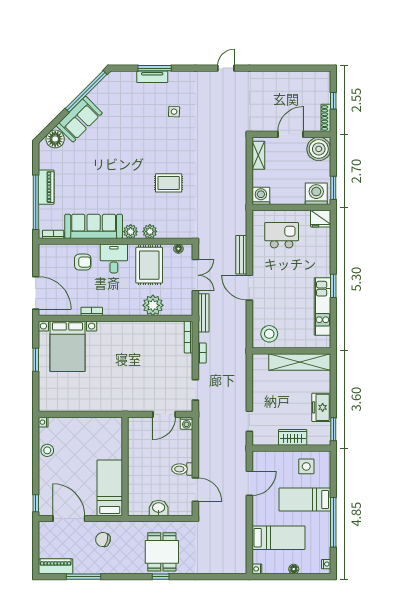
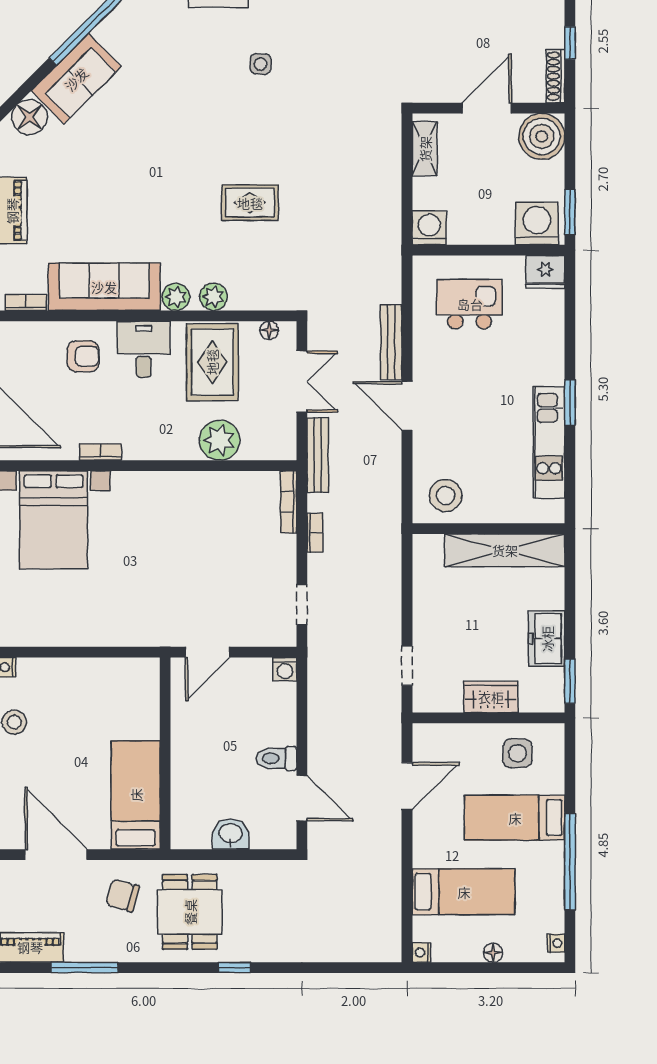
door: (164, 414) -> (207, 652), moved
dining table: (162, 552) -> (190, 912), moved

